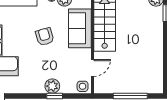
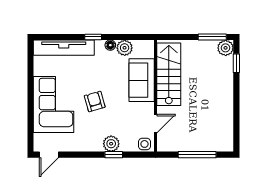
armchair: (45, 37) -> (95, 101), moved

